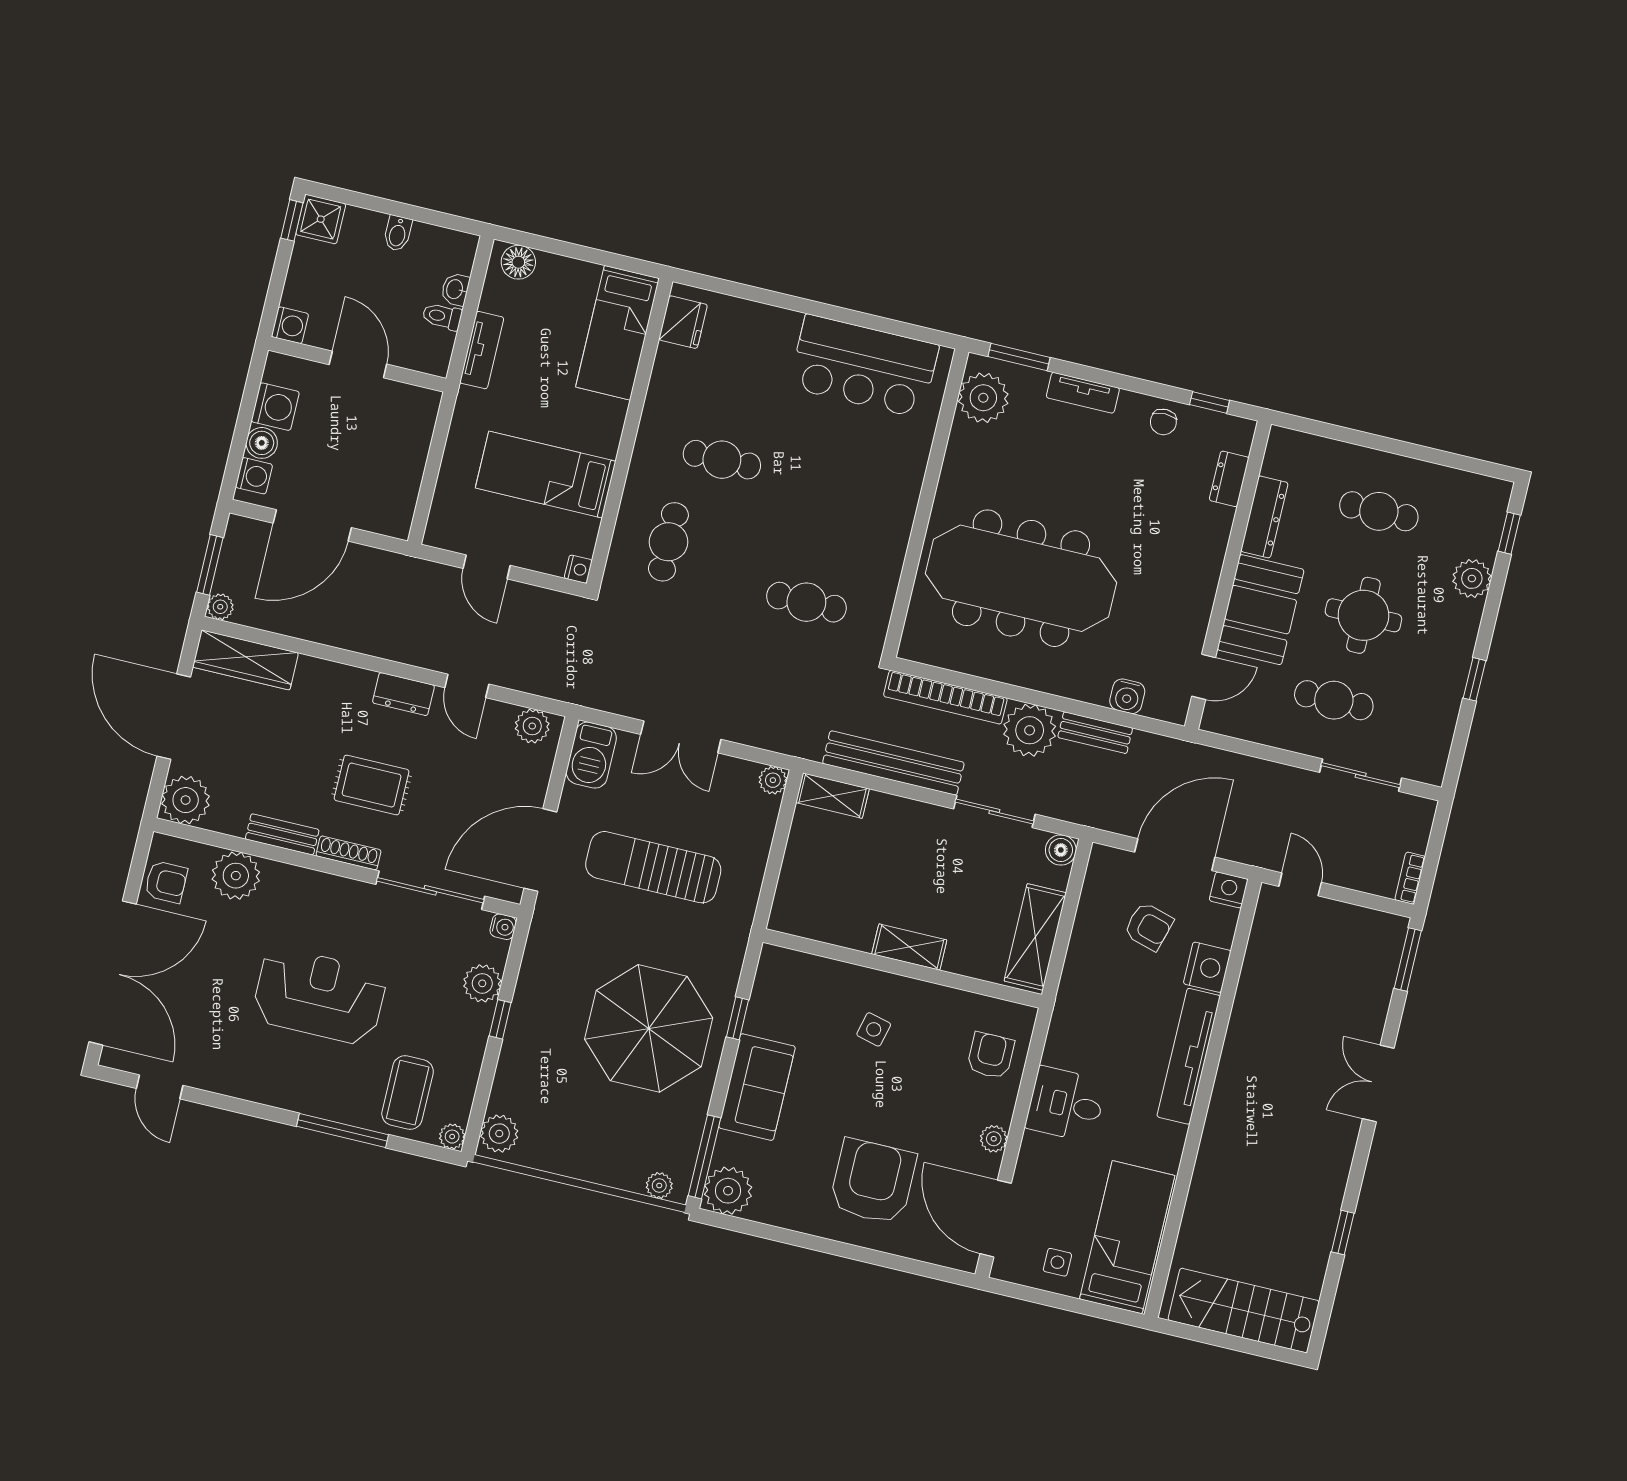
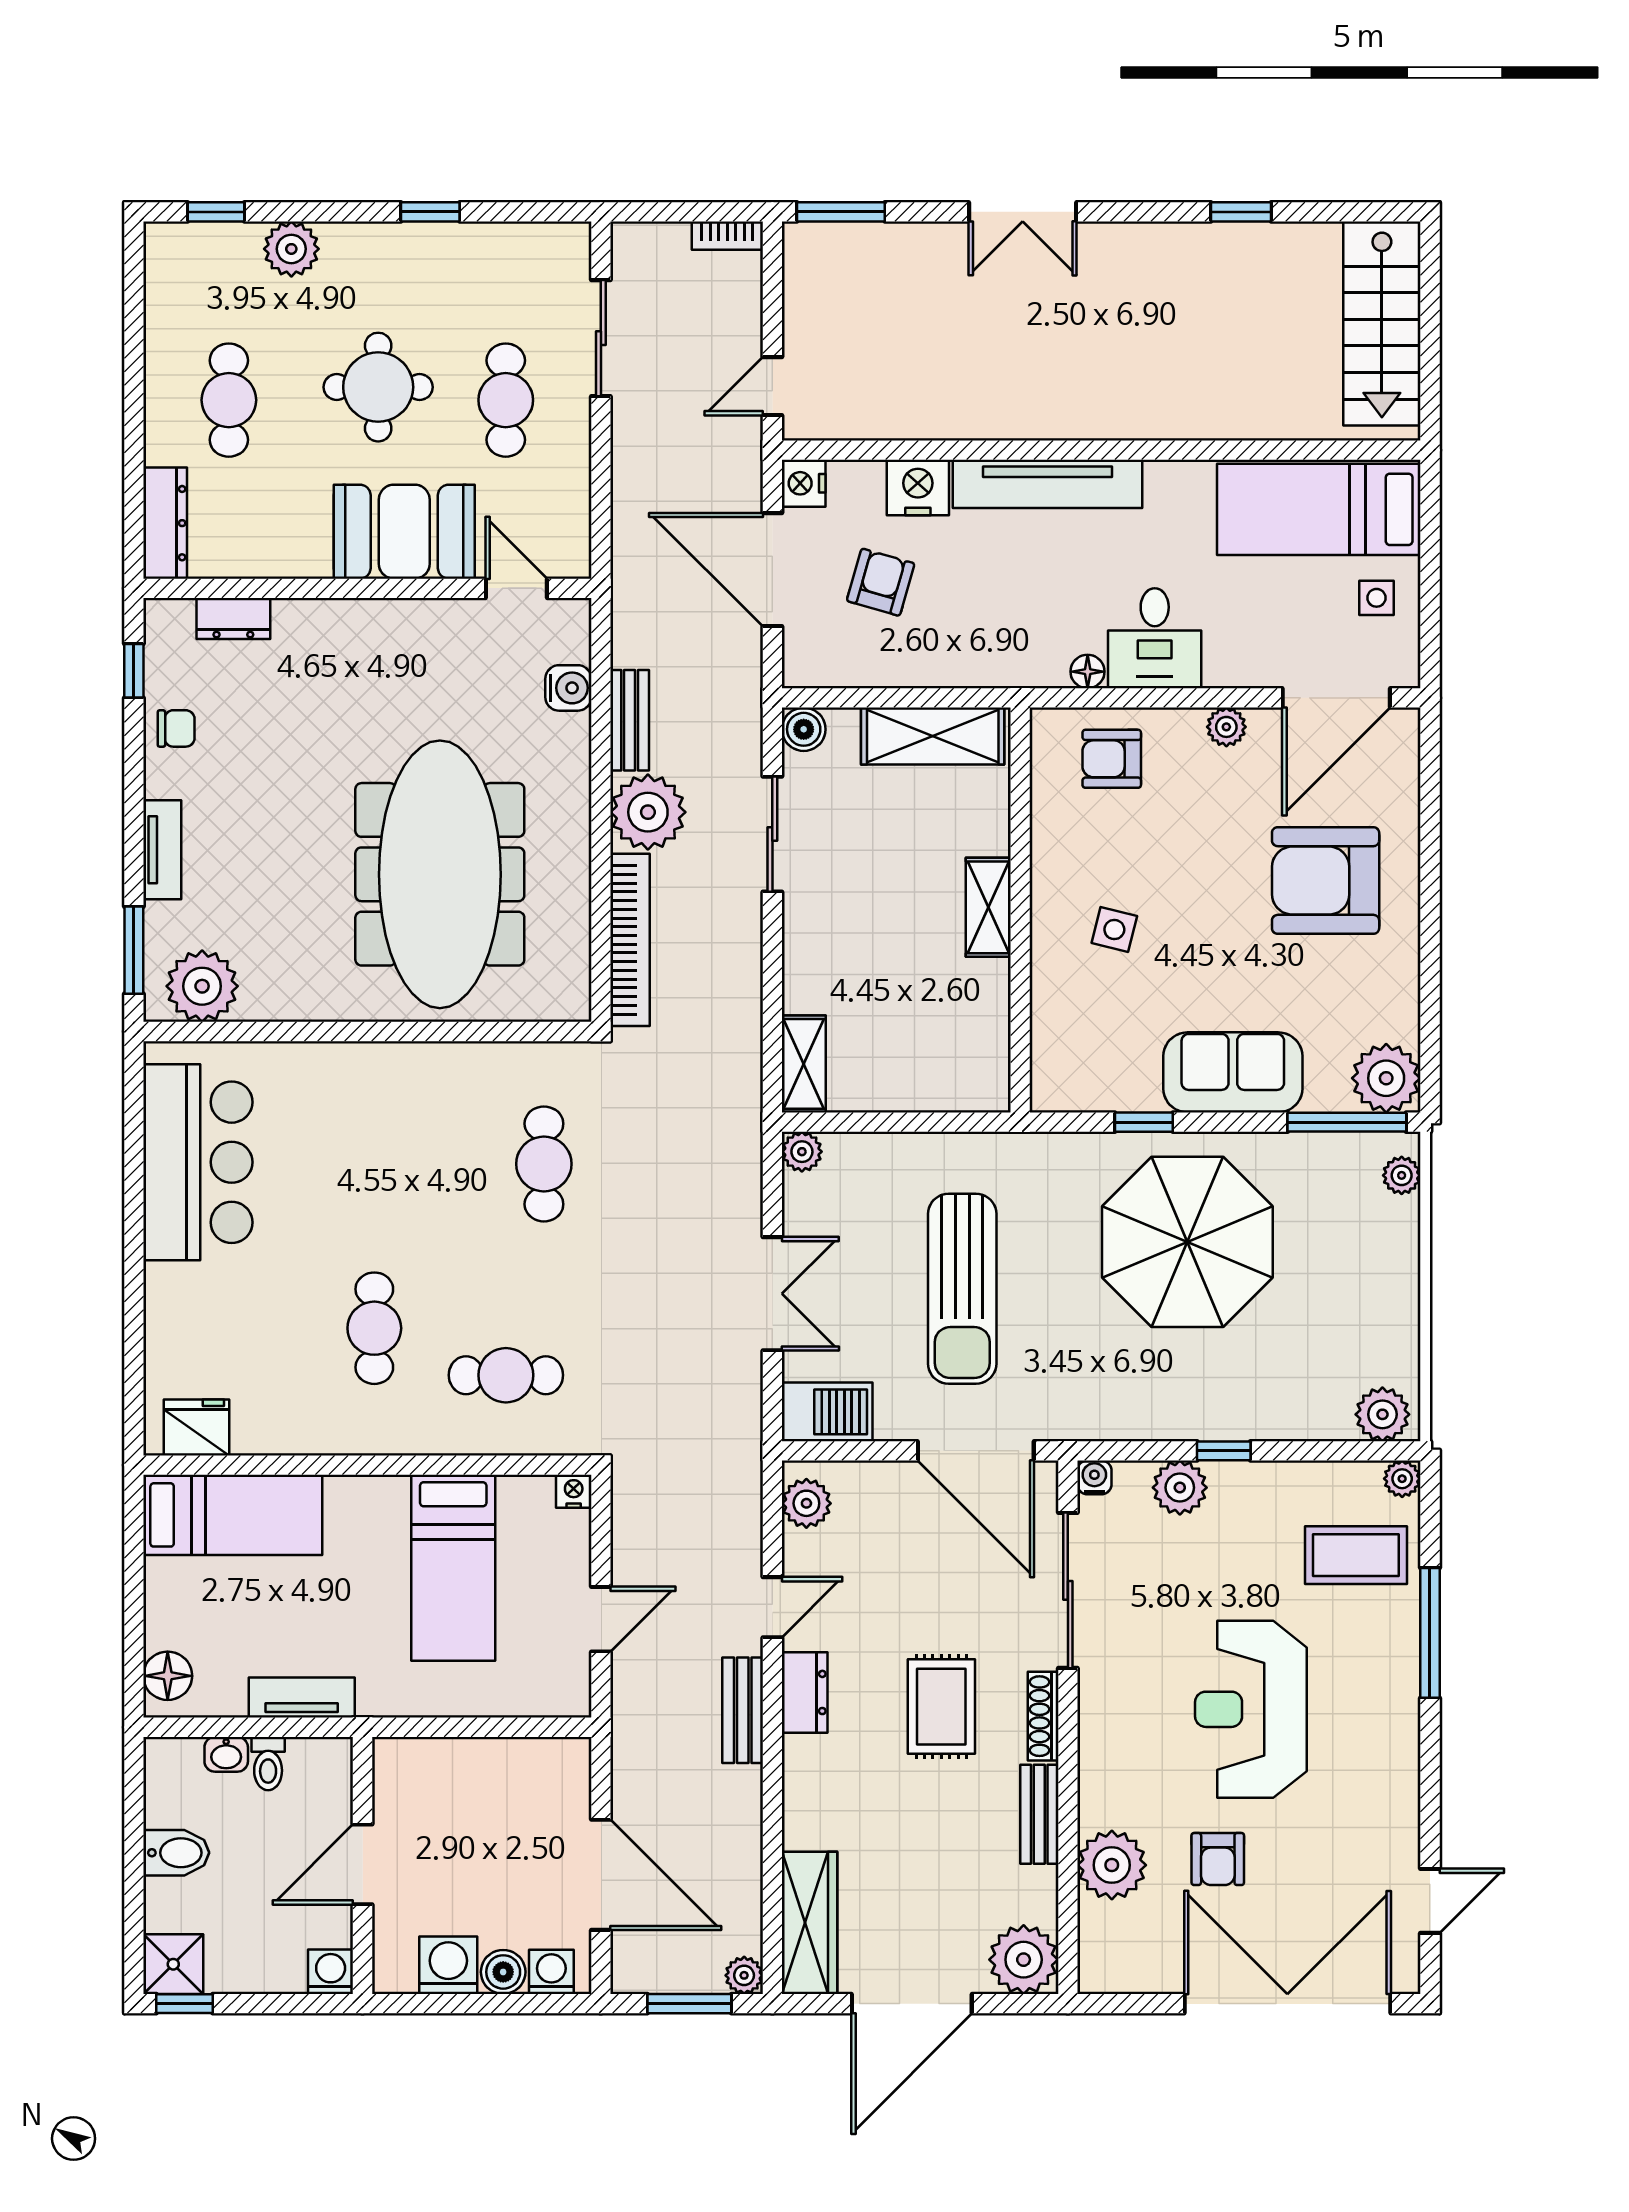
bidet: (398, 233) -> (176, 1853), width x1.38, depth x1.36
dresser: (1264, 517) -> (165, 523), moved, turned 90
bench: (893, 763) -> (743, 1710), moved, width x0.54, depth x0.82
armchair: (166, 882) -> (1218, 1859), moved, turned 180
floor lamp: (1054, 1053) -> (1088, 672), added

